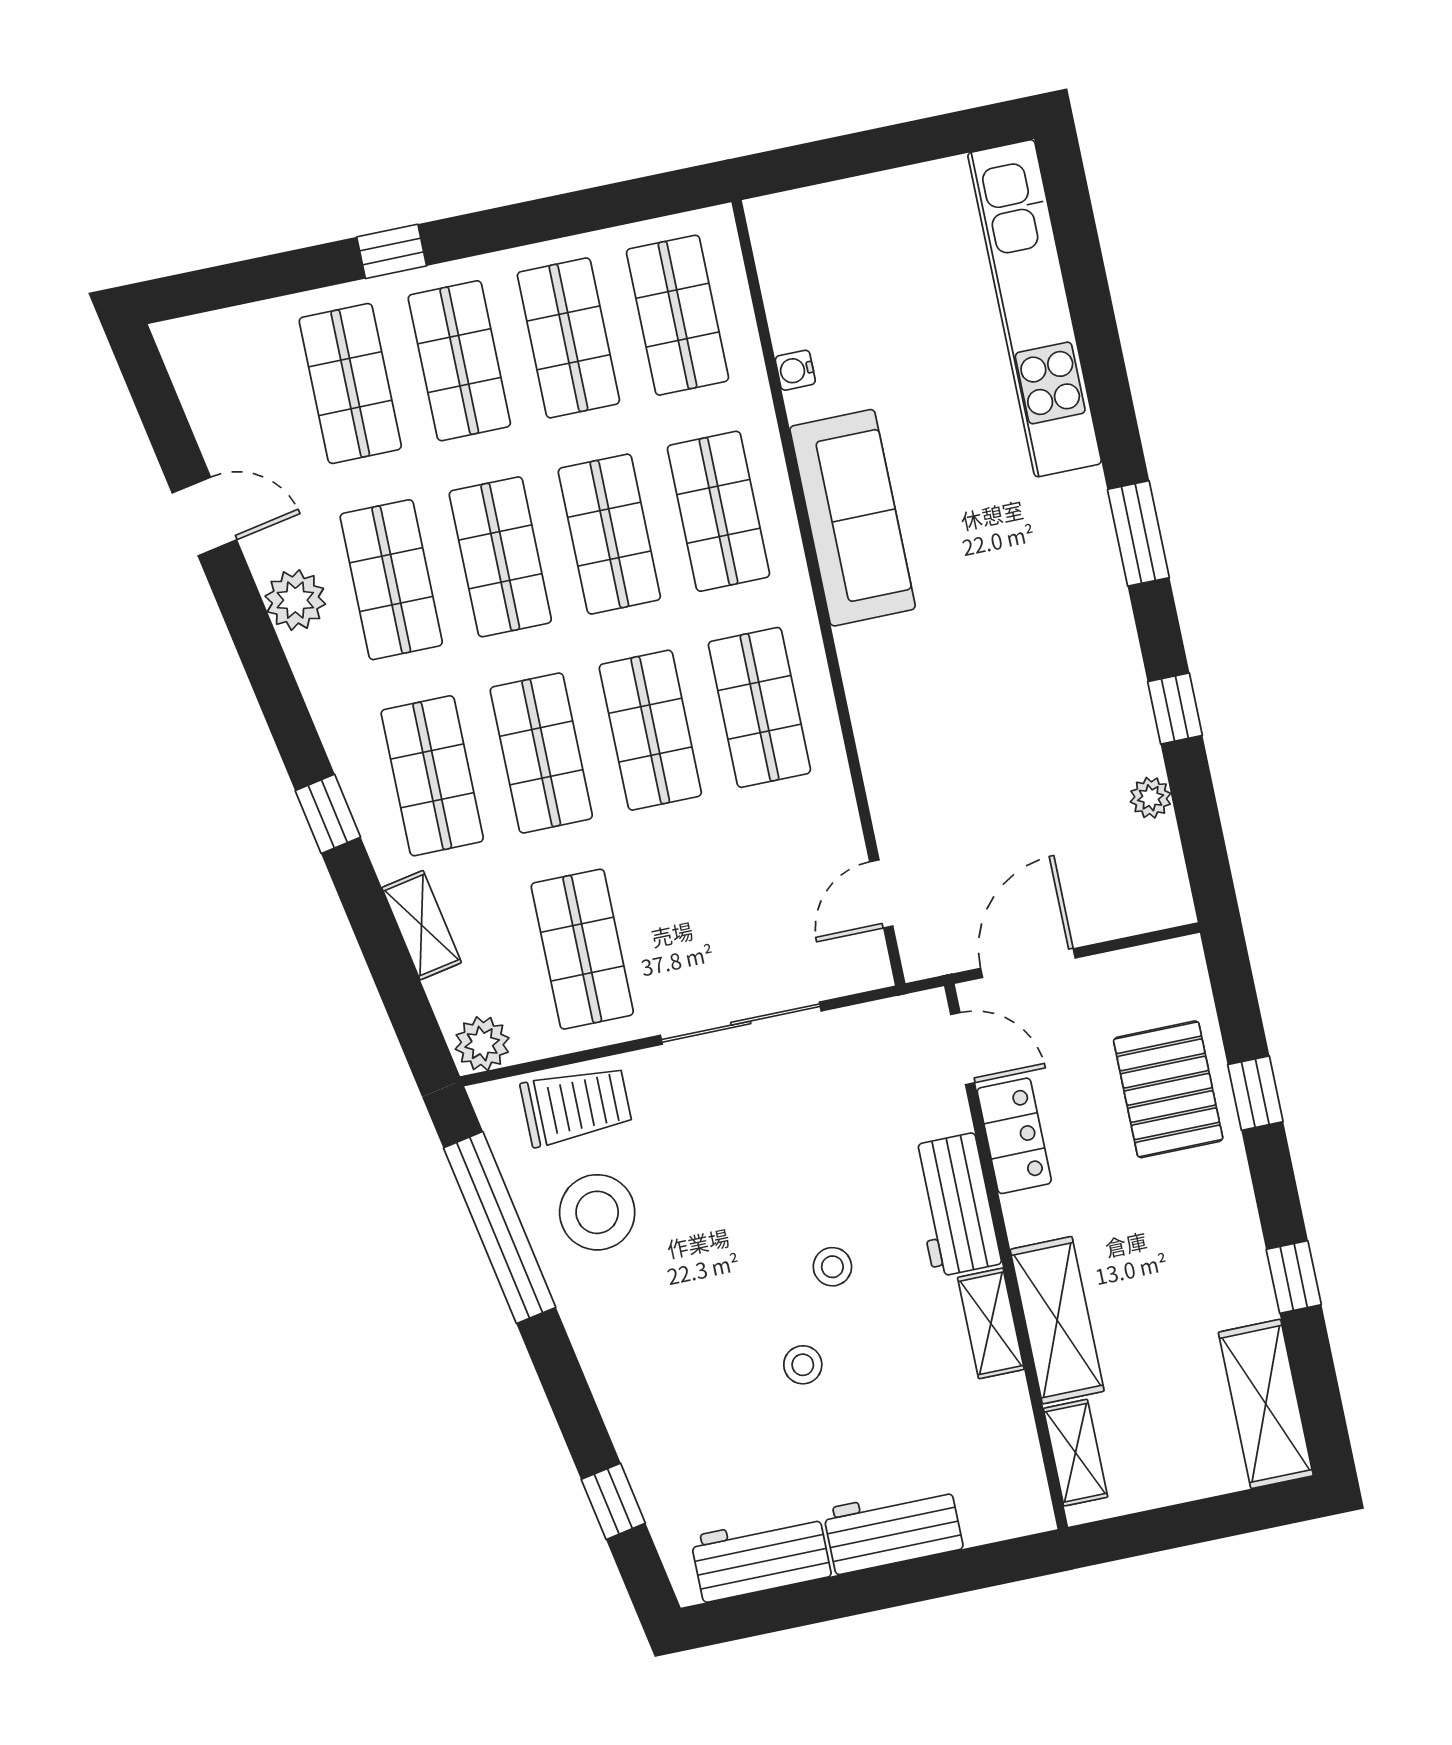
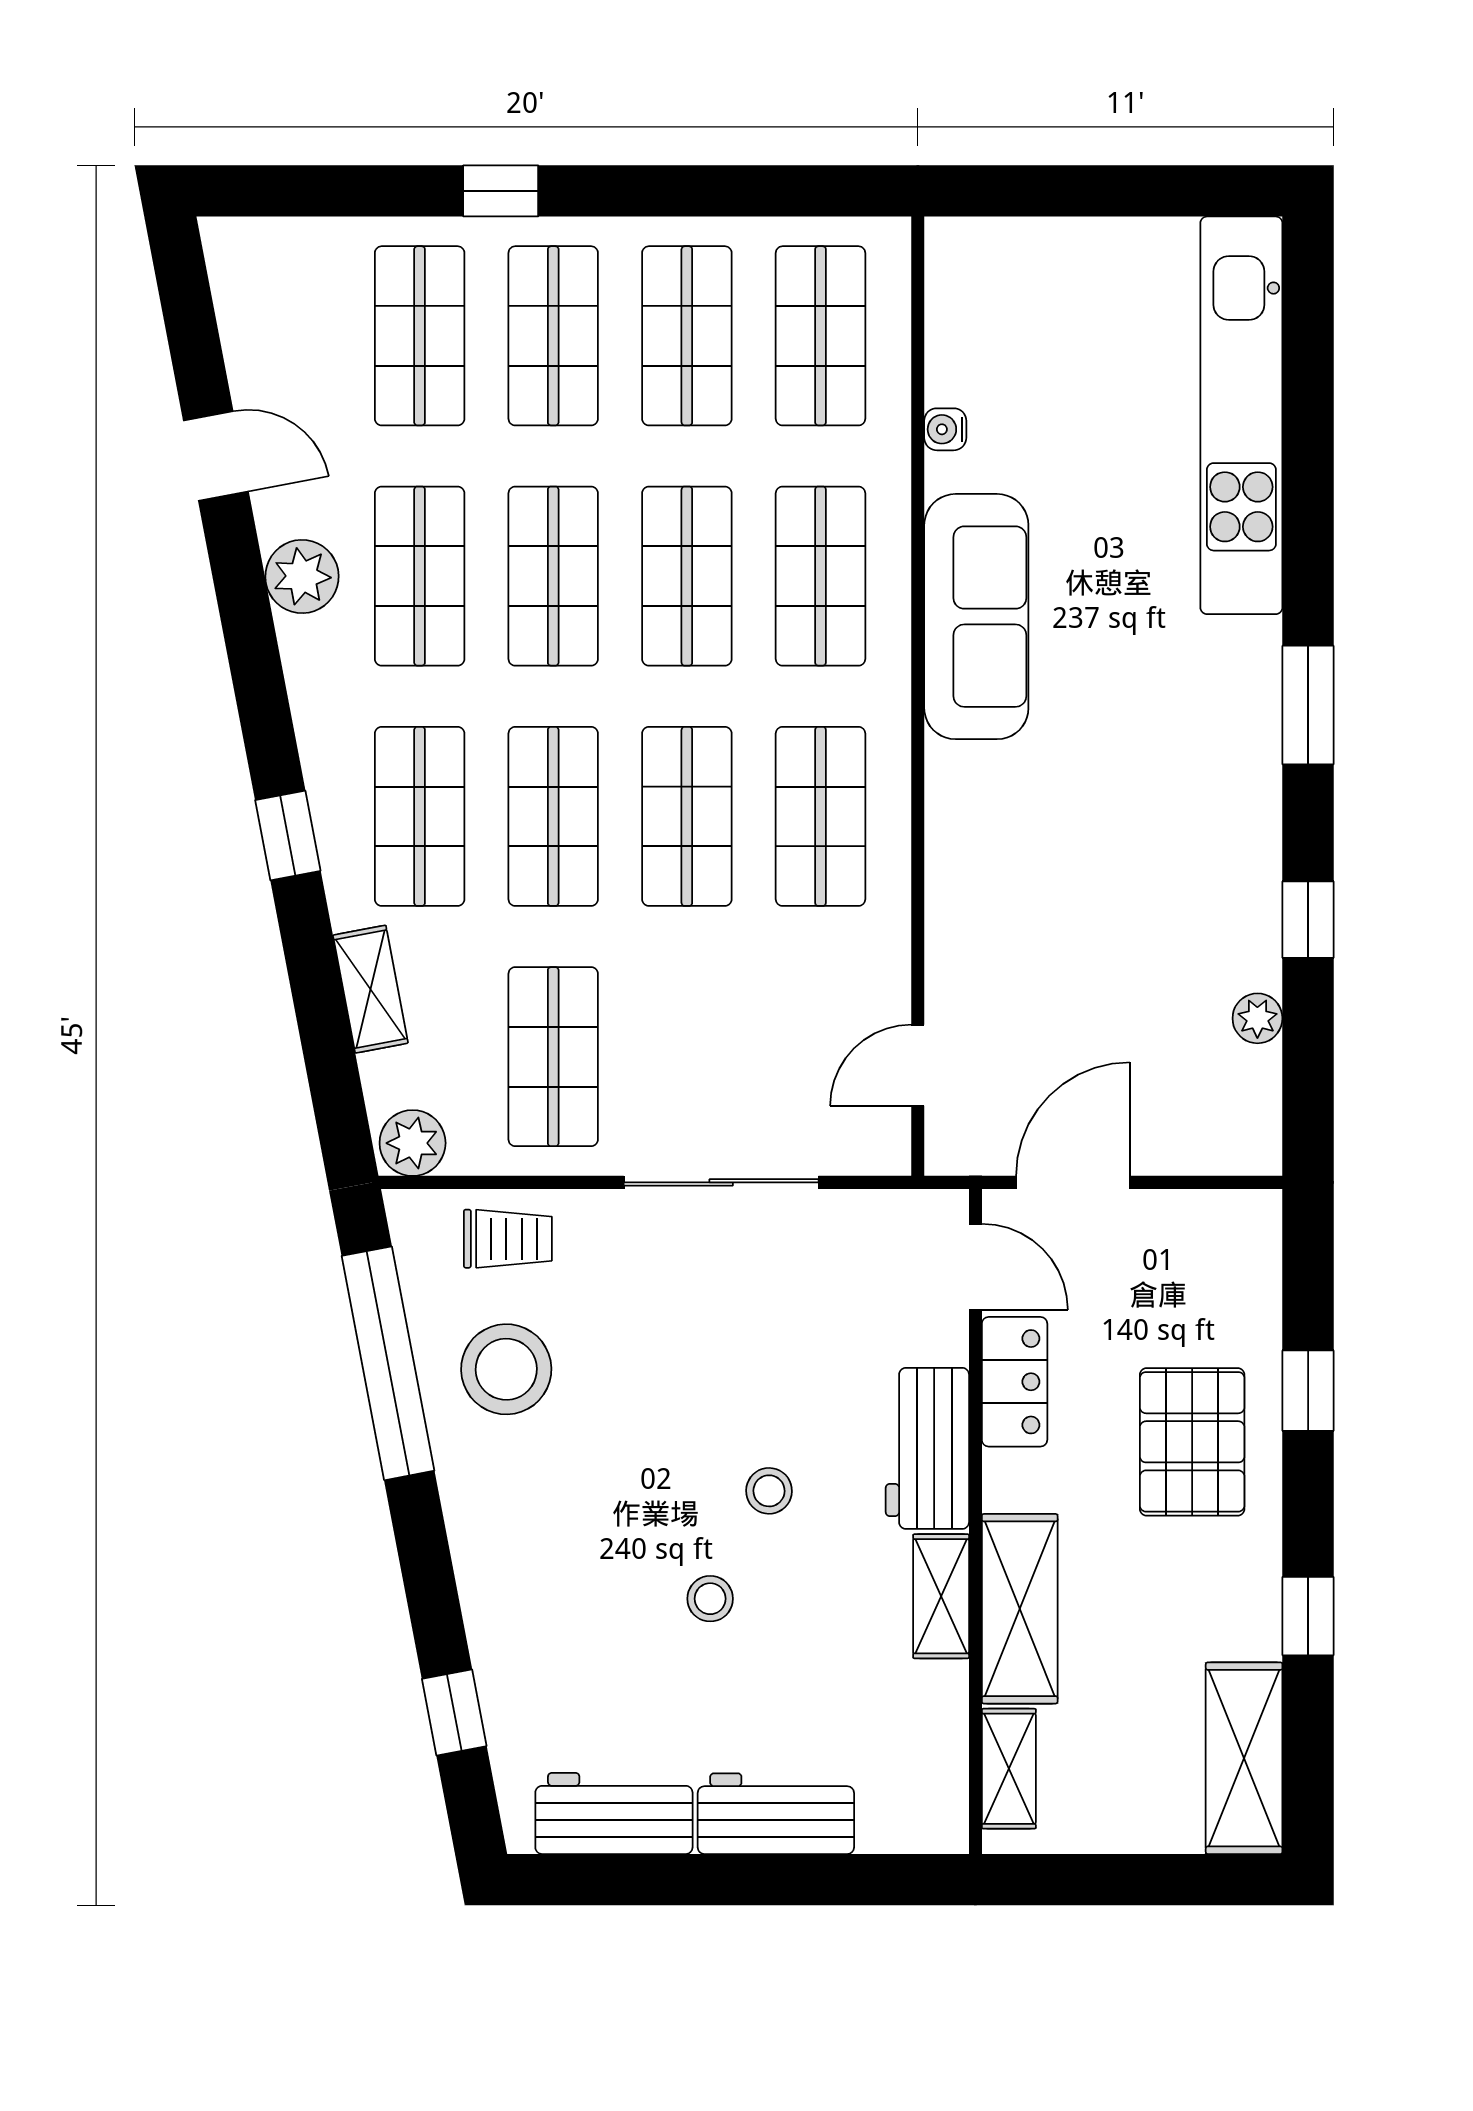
pallet: (1168, 1089) -> (1192, 1442), moved
trolley: (576, 1105) -> (508, 1239), width x0.73, depth x0.72

